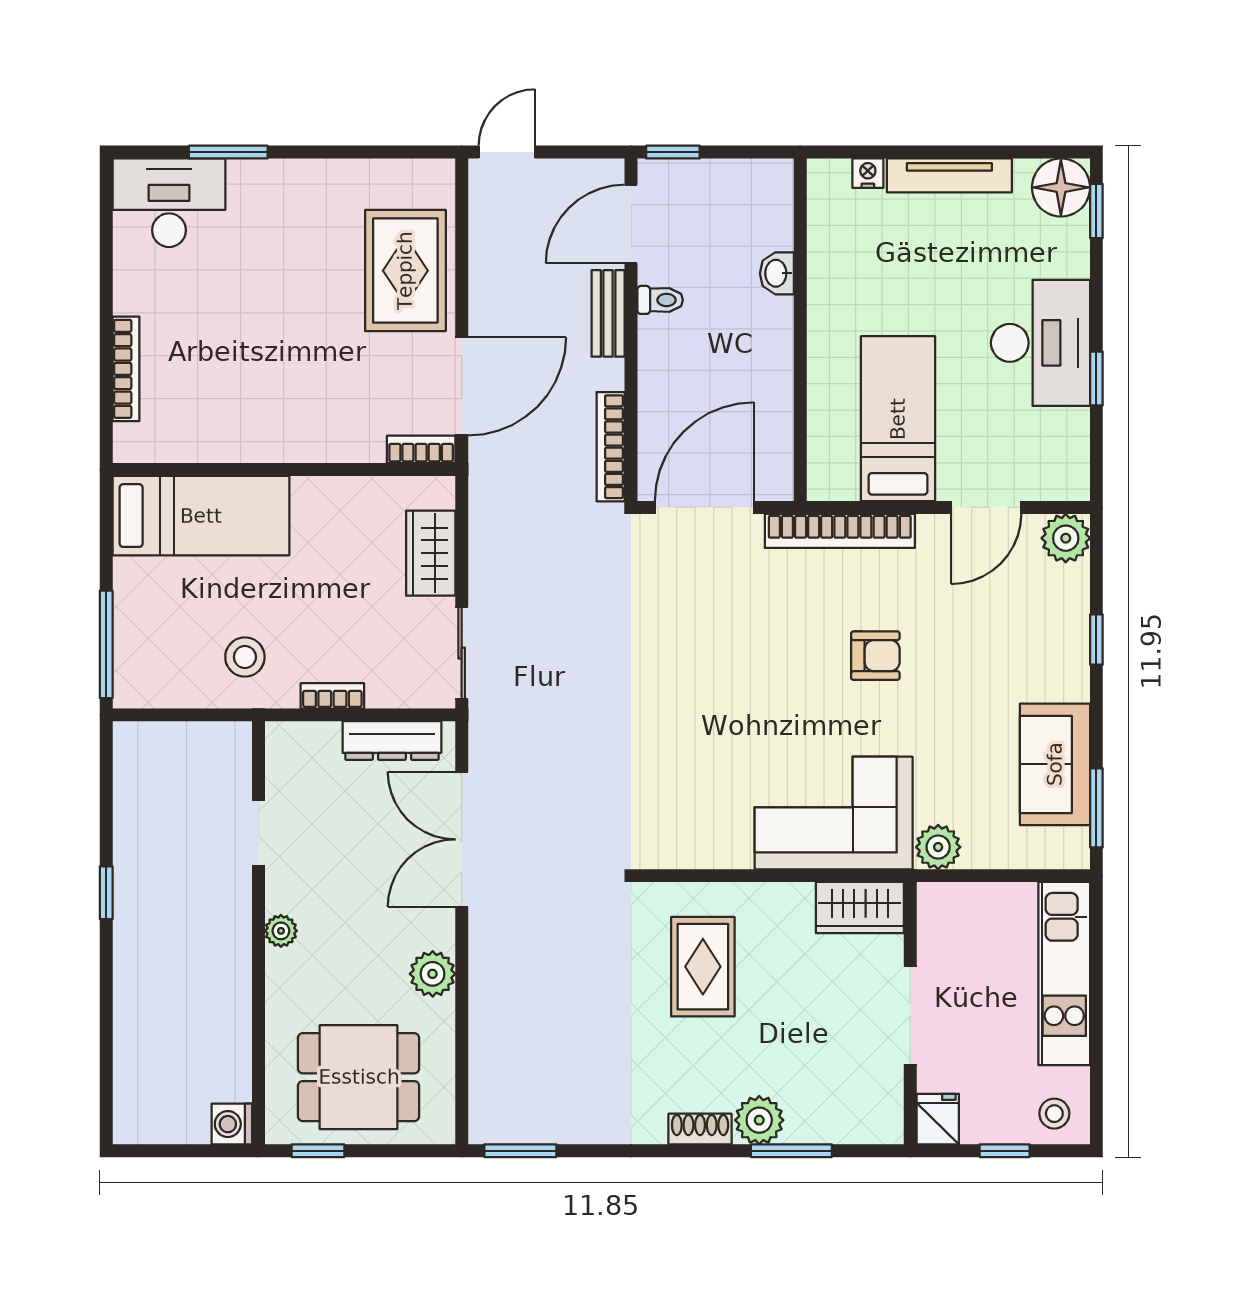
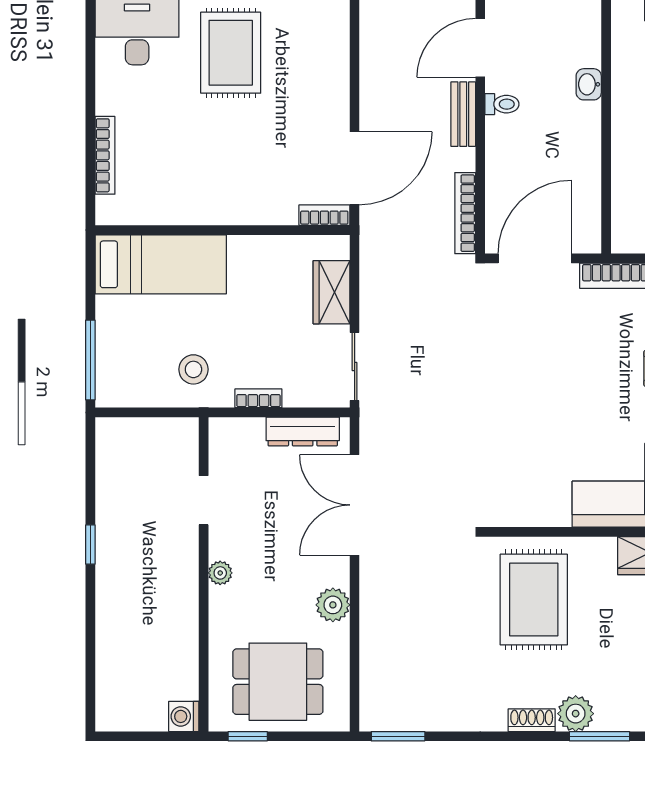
rug: (405, 271) -> (231, 53), moved
rug: (703, 967) -> (534, 600), width x1.36, depth x1.43

